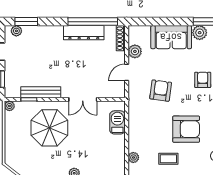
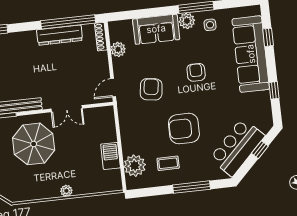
door: (127, 72) -> (113, 88), moved
barbecue: (117, 122) -> (111, 156), moved
armchair: (186, 129) -> (184, 129), turned 180
plant: (133, 157) -> (135, 166), width x1.88, depth x1.88

